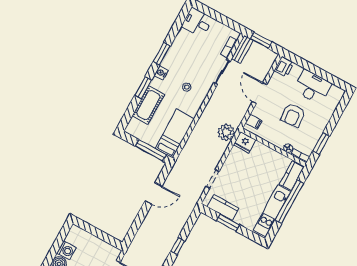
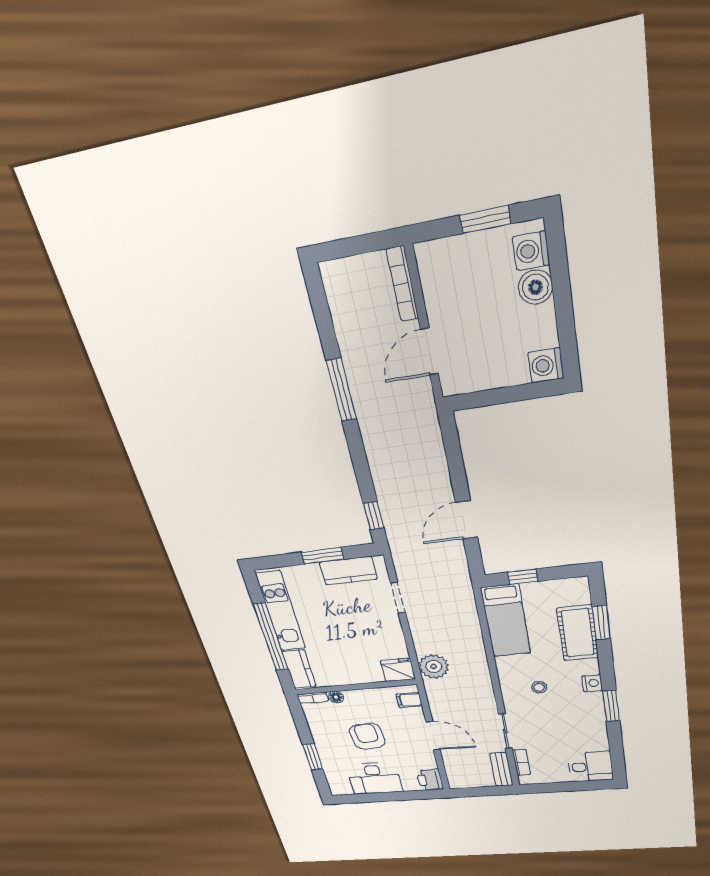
window: (261, 40) -> (486, 791), removed
window: (143, 88) -> (601, 623), moved
window: (321, 144) -> (313, 757), moved
window: (151, 150) -> (523, 577), width x0.46
window: (178, 246) -> (374, 516), moved
washing machine: (66, 250) -> (546, 365), moved

